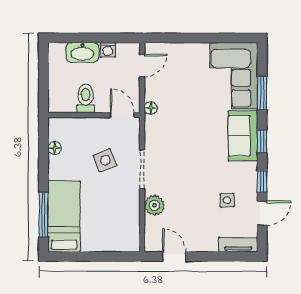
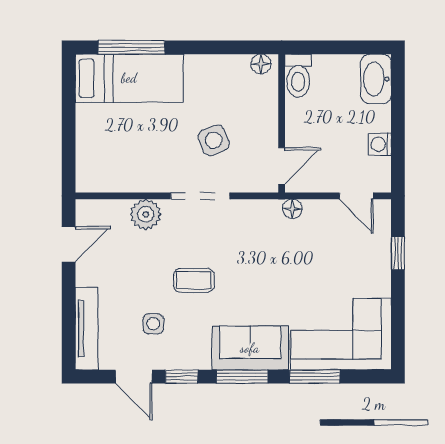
window: (180, 38) -> (398, 253), added
washbasin: (82, 52) -> (376, 79), moved
toilet: (86, 99) -> (298, 76), moved, turned 90
window: (262, 141) -> (242, 377), width x1.50
floor lamp: (55, 148) -> (261, 64), moved
coffee table: (198, 173) -> (194, 280), added
tv unit: (238, 245) -> (86, 329), width x1.41

